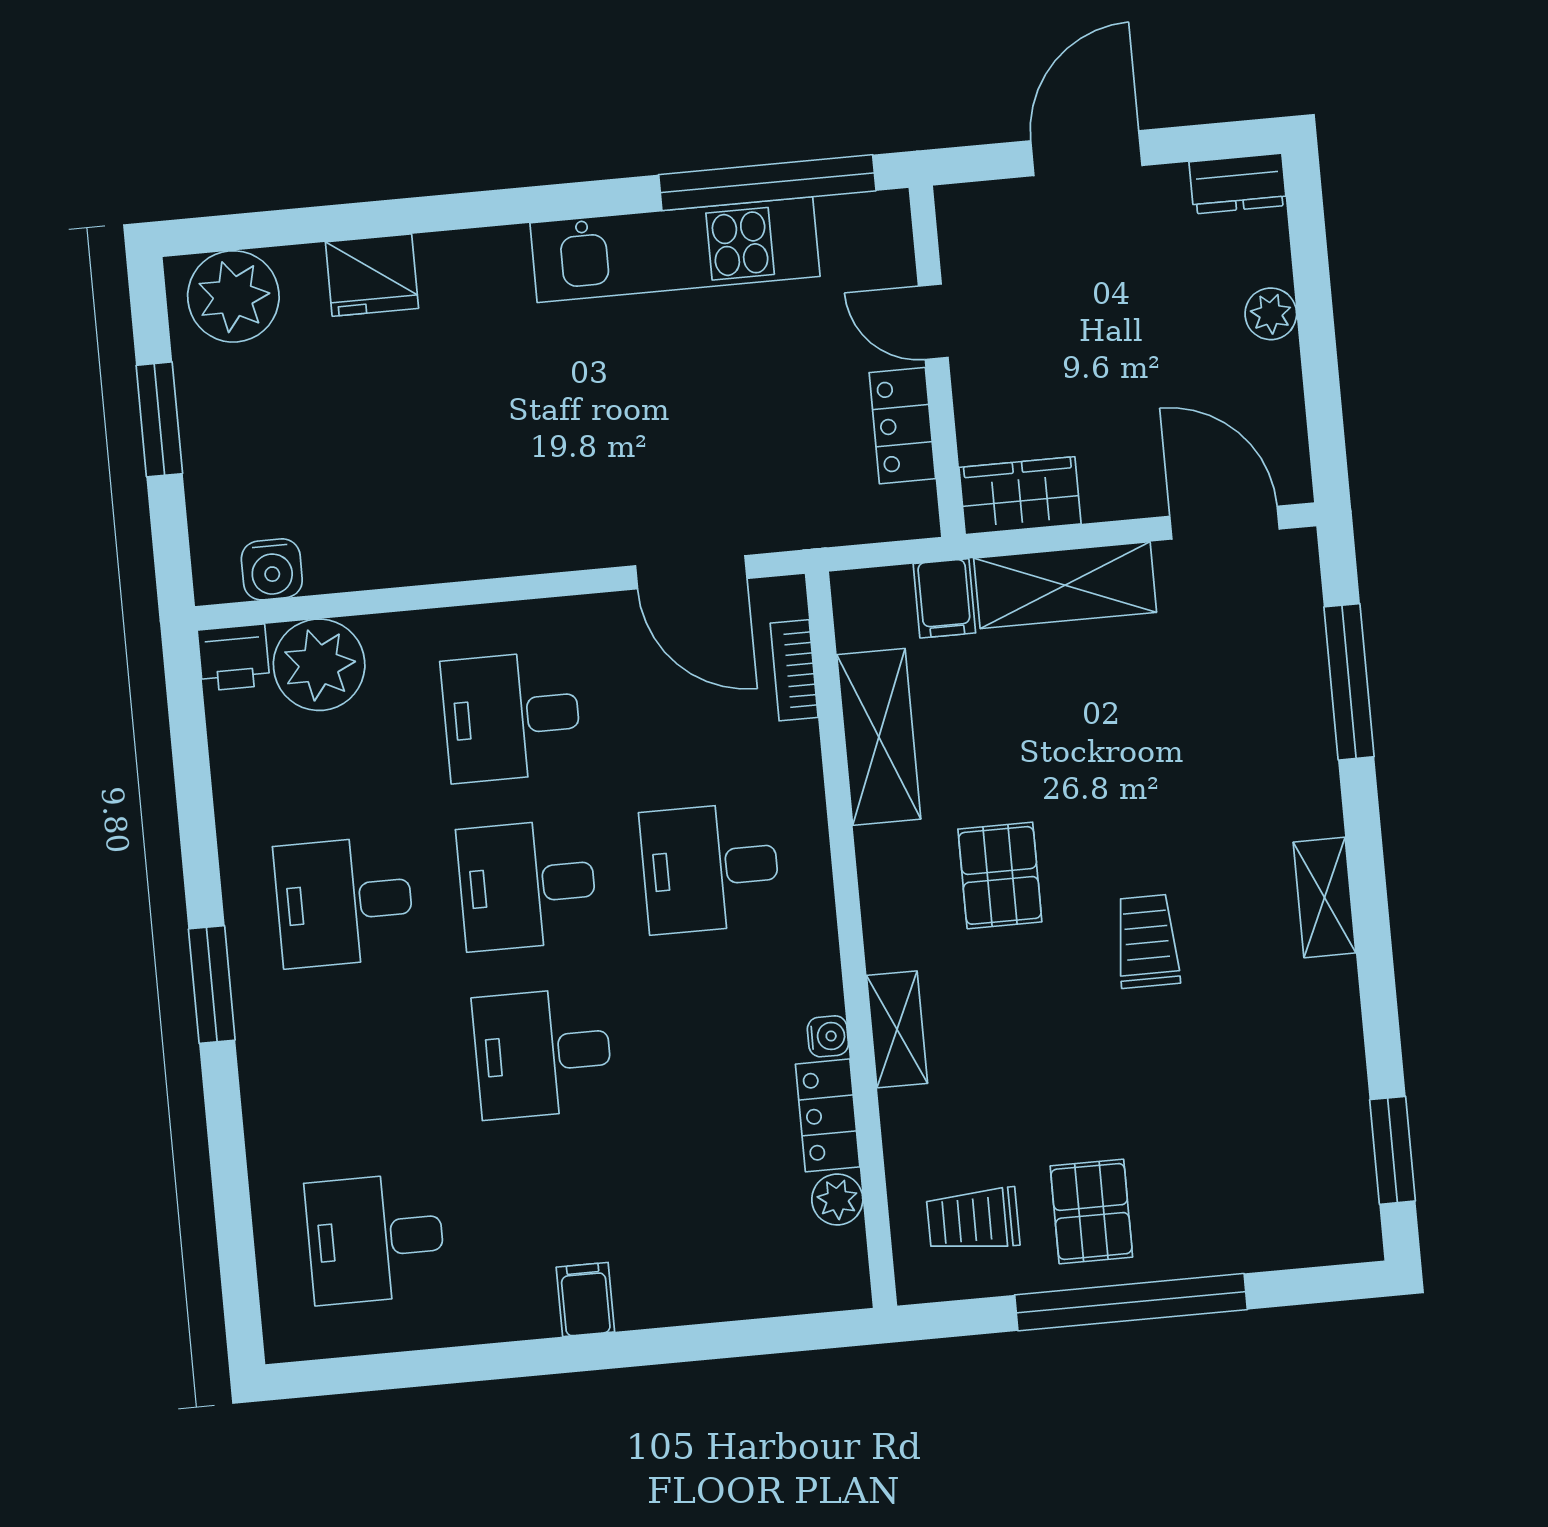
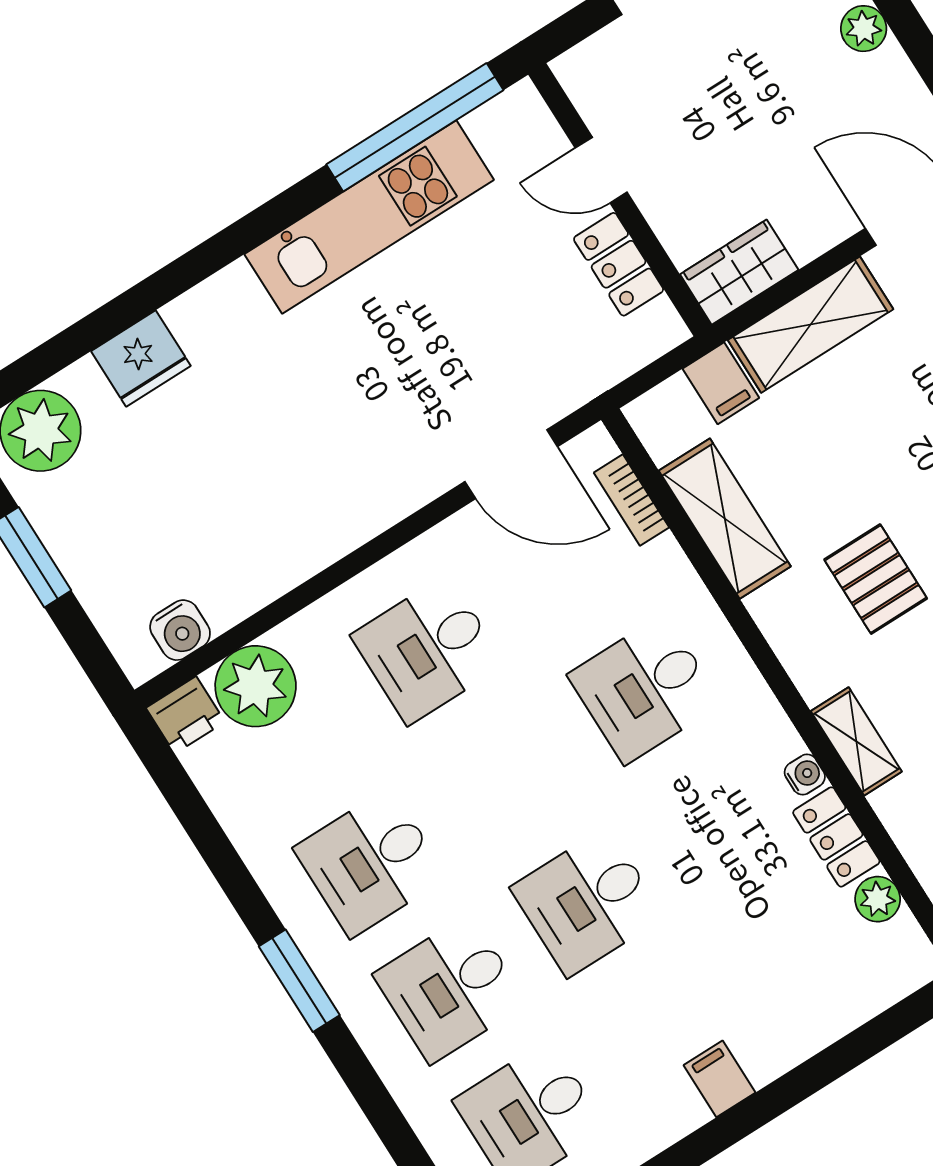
desk: (527, 885) -> (450, 989), moved

